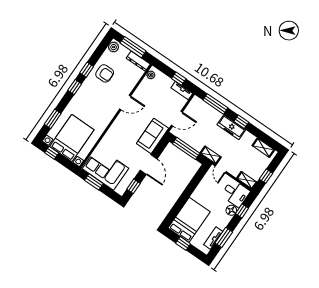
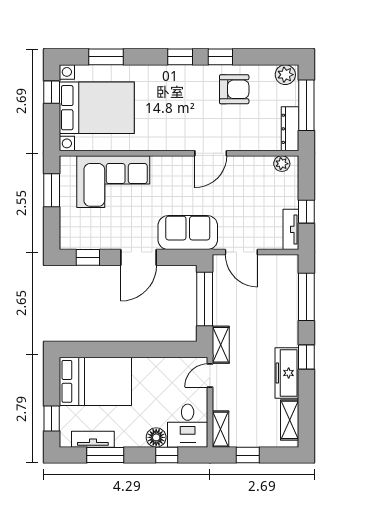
armchair: (105, 73) -> (234, 89), turned -90
door: (125, 103) -> (211, 153), hinge flipped
freezer: (231, 127) -> (287, 373), moved
corner sofa: (106, 169) -> (113, 182), moved, turned 90
window: (183, 243) -> (52, 419), moved

